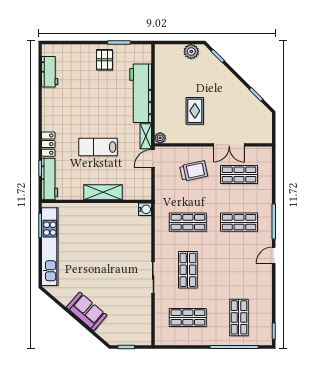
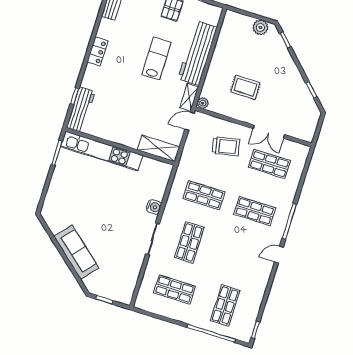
rug: (195, 111) -> (245, 87), turned 90
locker: (48, 144) -> (97, 51), moved
lab bench: (98, 147) -> (156, 58), moved, turned 90
shelving: (103, 192) -> (158, 148), moved
water cooler: (145, 209) -> (154, 207), moved
kitchen unit: (50, 247) -> (102, 151), moved, turned 90
sofa: (87, 311) -> (76, 252), width x1.36

